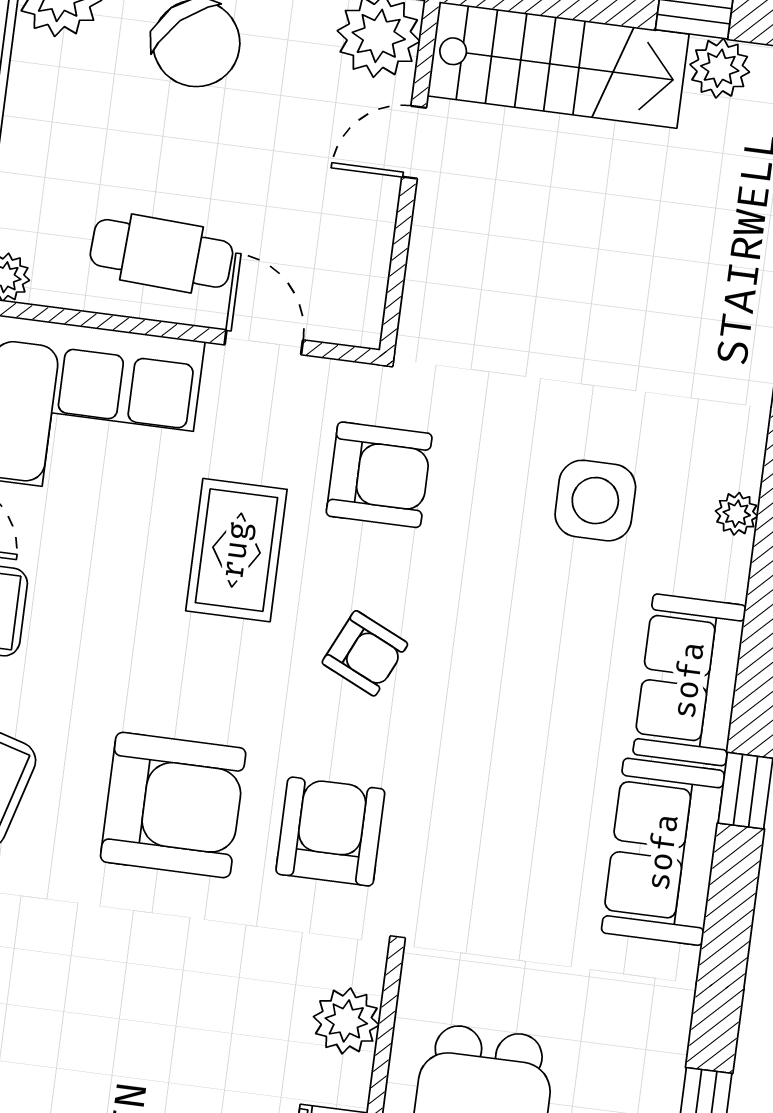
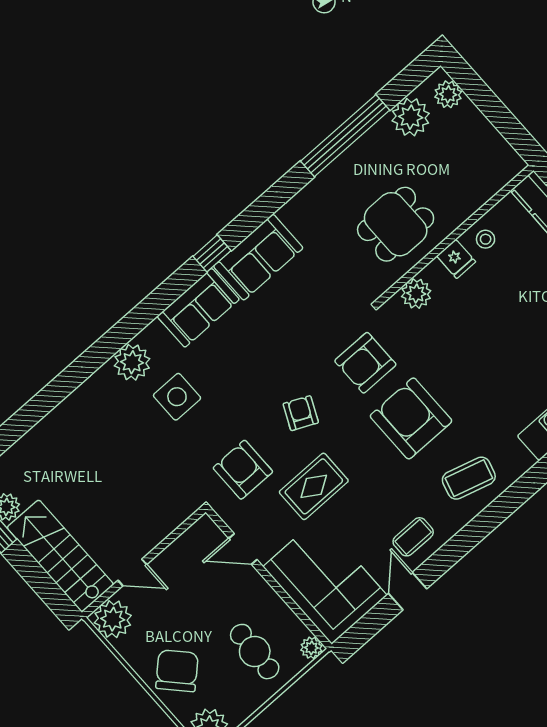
cafe table: (161, 253) -> (255, 652), moved
door: (264, 342) -> (243, 549), hinge flipped
plant: (737, 514) -> (132, 362), width x1.88, depth x1.88

